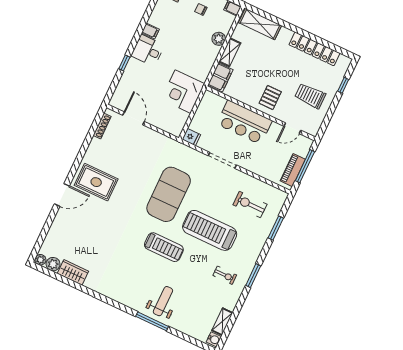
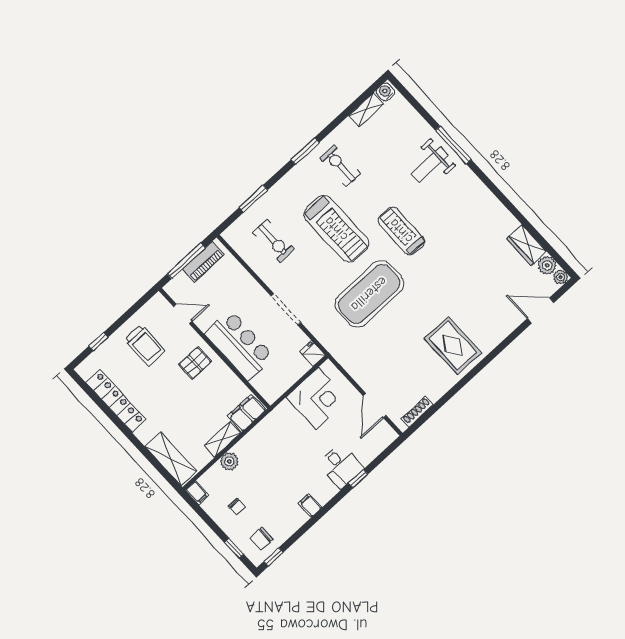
desk: (148, 50) -> (341, 466), moved
corner desk: (183, 92) -> (317, 398), moved
door: (62, 195) -> (541, 311), moved
exercise bike: (225, 275) -> (340, 166), width x1.38, depth x1.39

